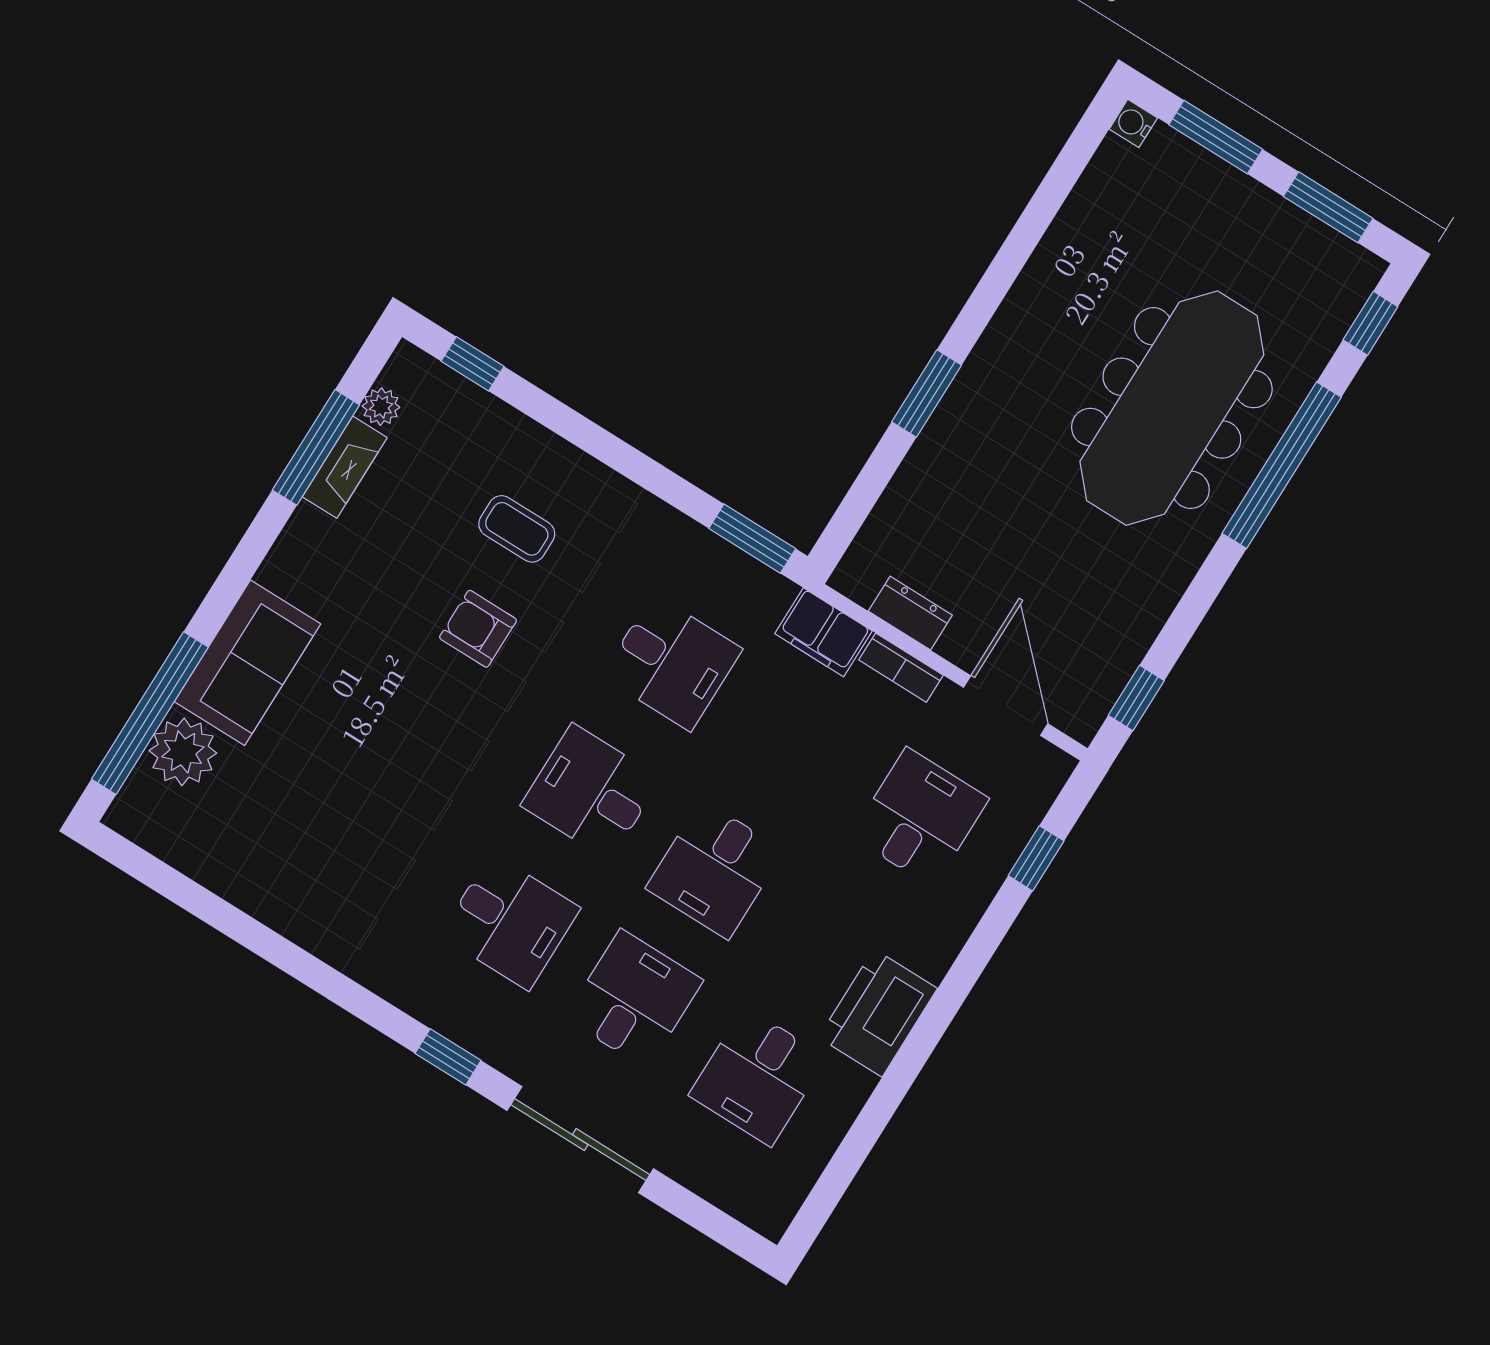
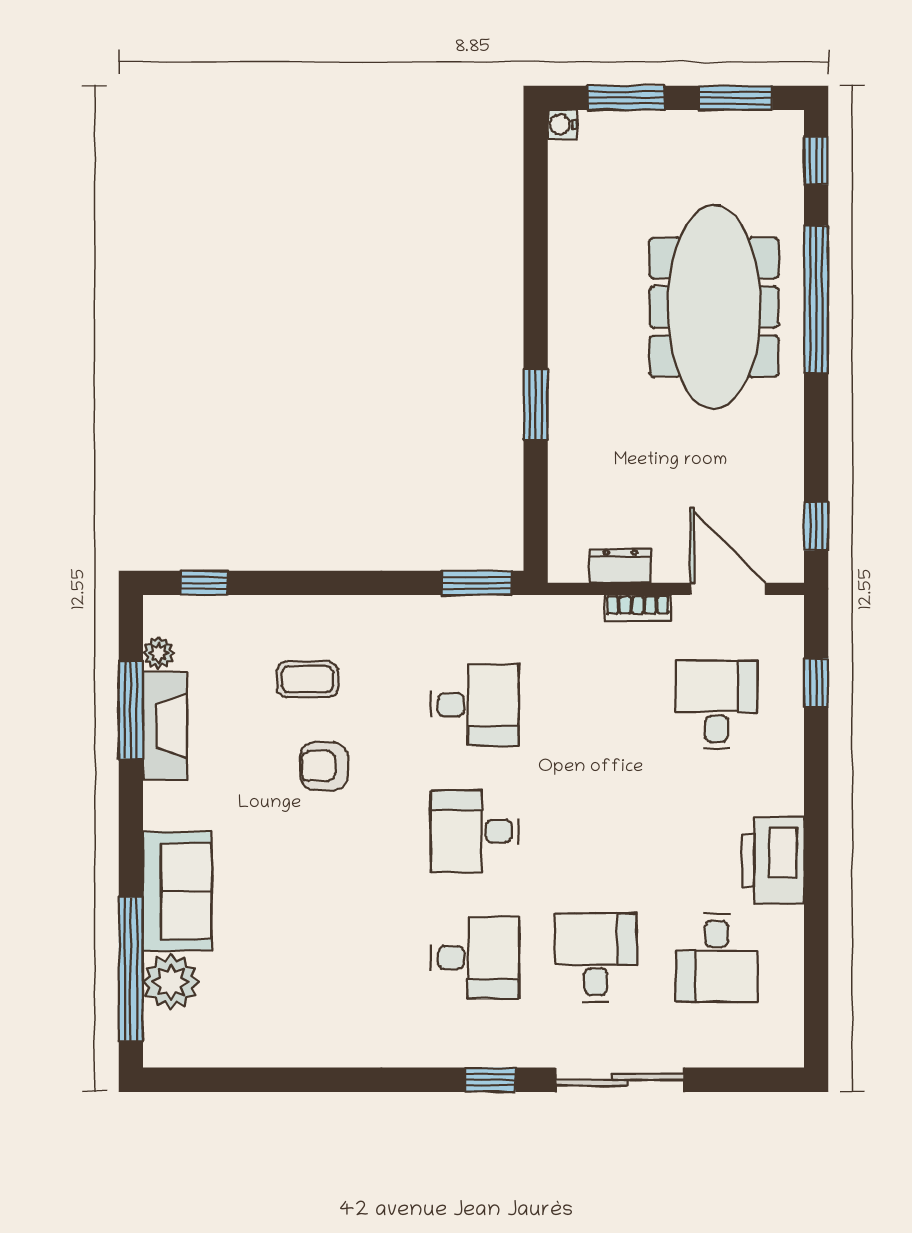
fireplace: (345, 467) -> (165, 726), width x1.37, depth x1.32
filing cabinet: (823, 632) -> (568, 617), removed
desk: (715, 869) -> (596, 831), removed

